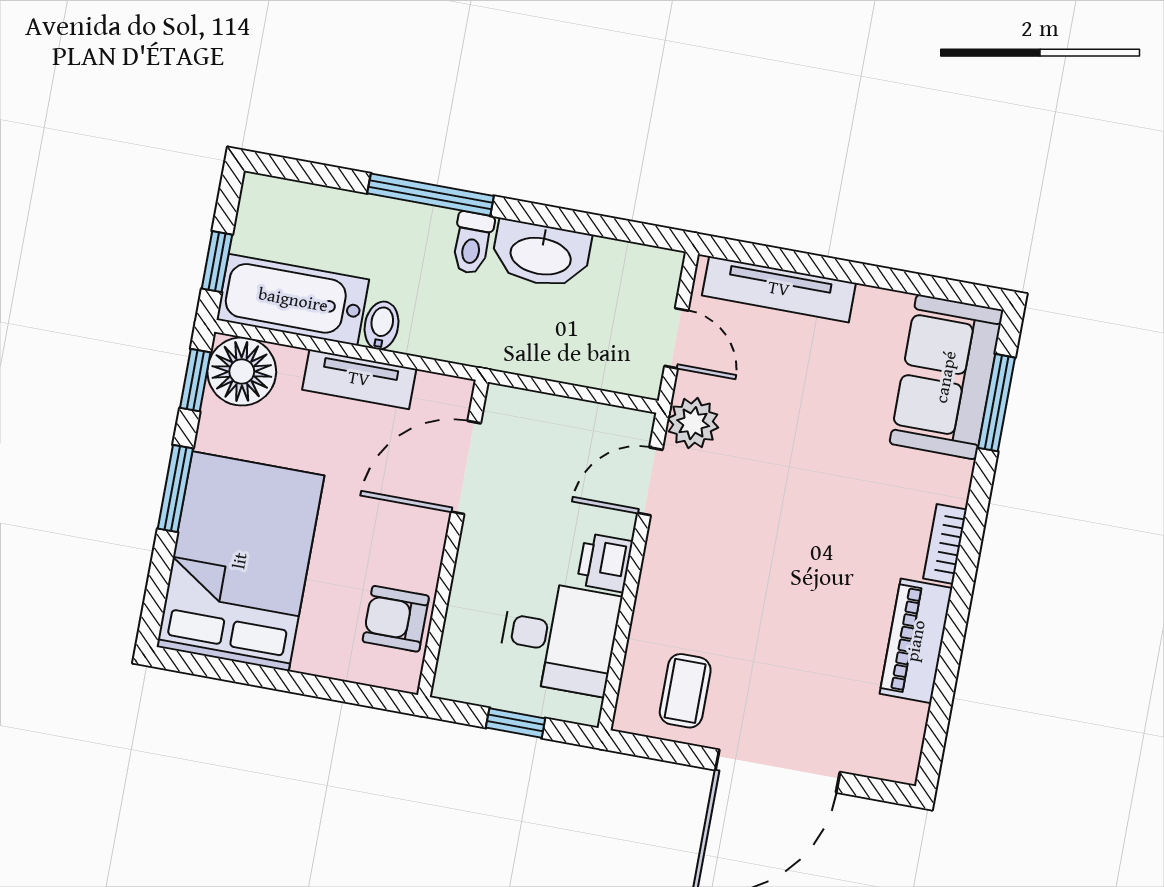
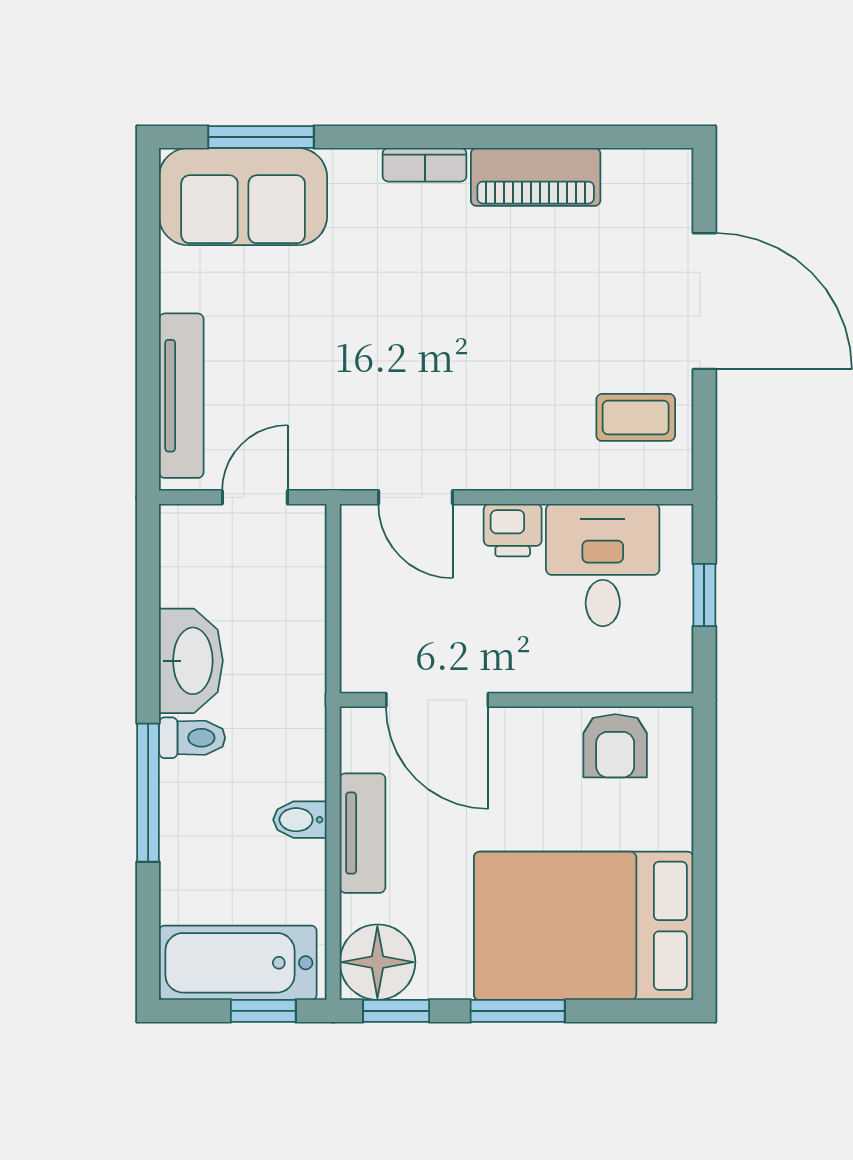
bathtub: (293, 300) -> (238, 963), moved, turned 90
plant: (693, 423) -> (344, 462), removed

